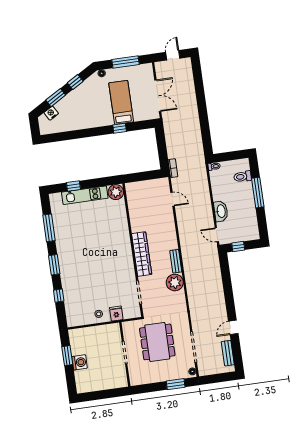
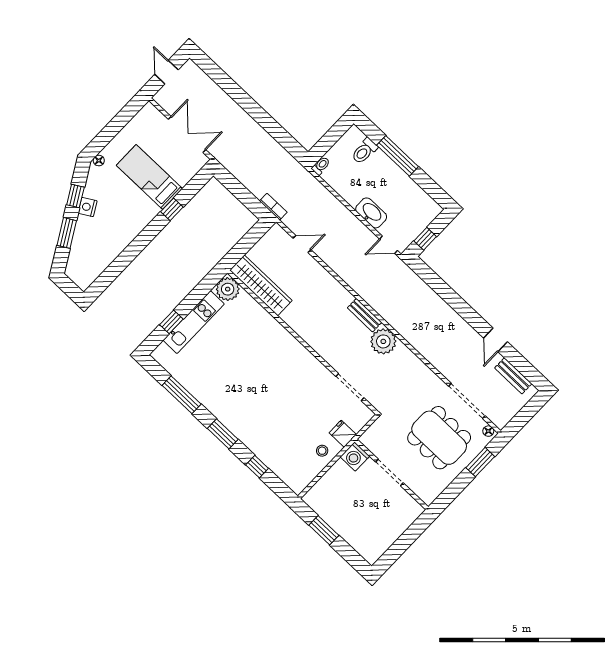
window: (126, 62) -> (117, 124), removed
nightstand: (51, 113) -> (88, 207), moved
wardrobe: (142, 254) -> (261, 285), moved
dining table: (157, 342) -> (439, 438), moved
washing machine: (80, 362) -> (355, 456), moved, turned 180

